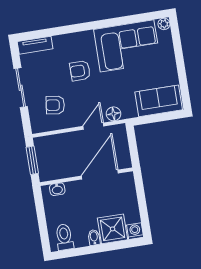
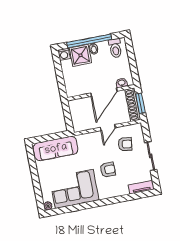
sofa: (159, 101) -> (56, 149), width x1.36
floor lamp: (114, 114) -> (82, 139), removed
door: (93, 126) -> (108, 128), moved
shoe rack: (43, 159) -> (133, 105), added
door: (100, 174) -> (104, 92), moved
window: (100, 248) -> (89, 41), added

